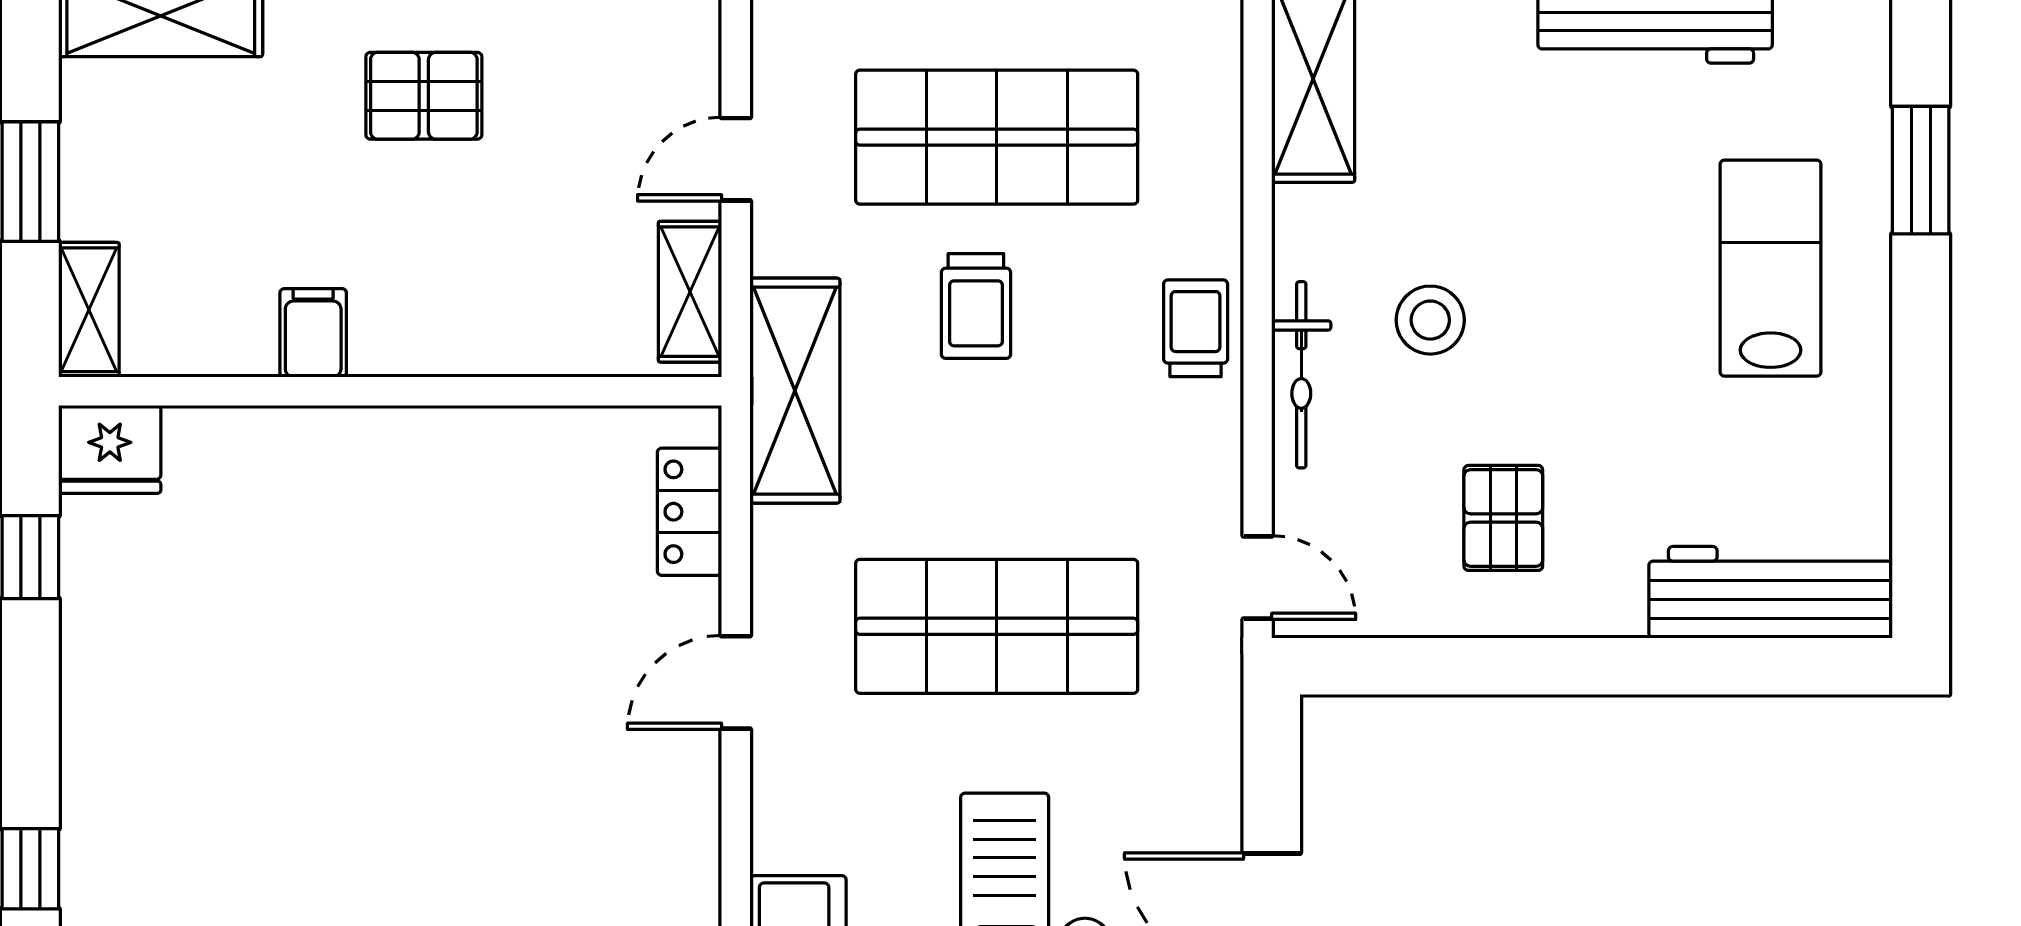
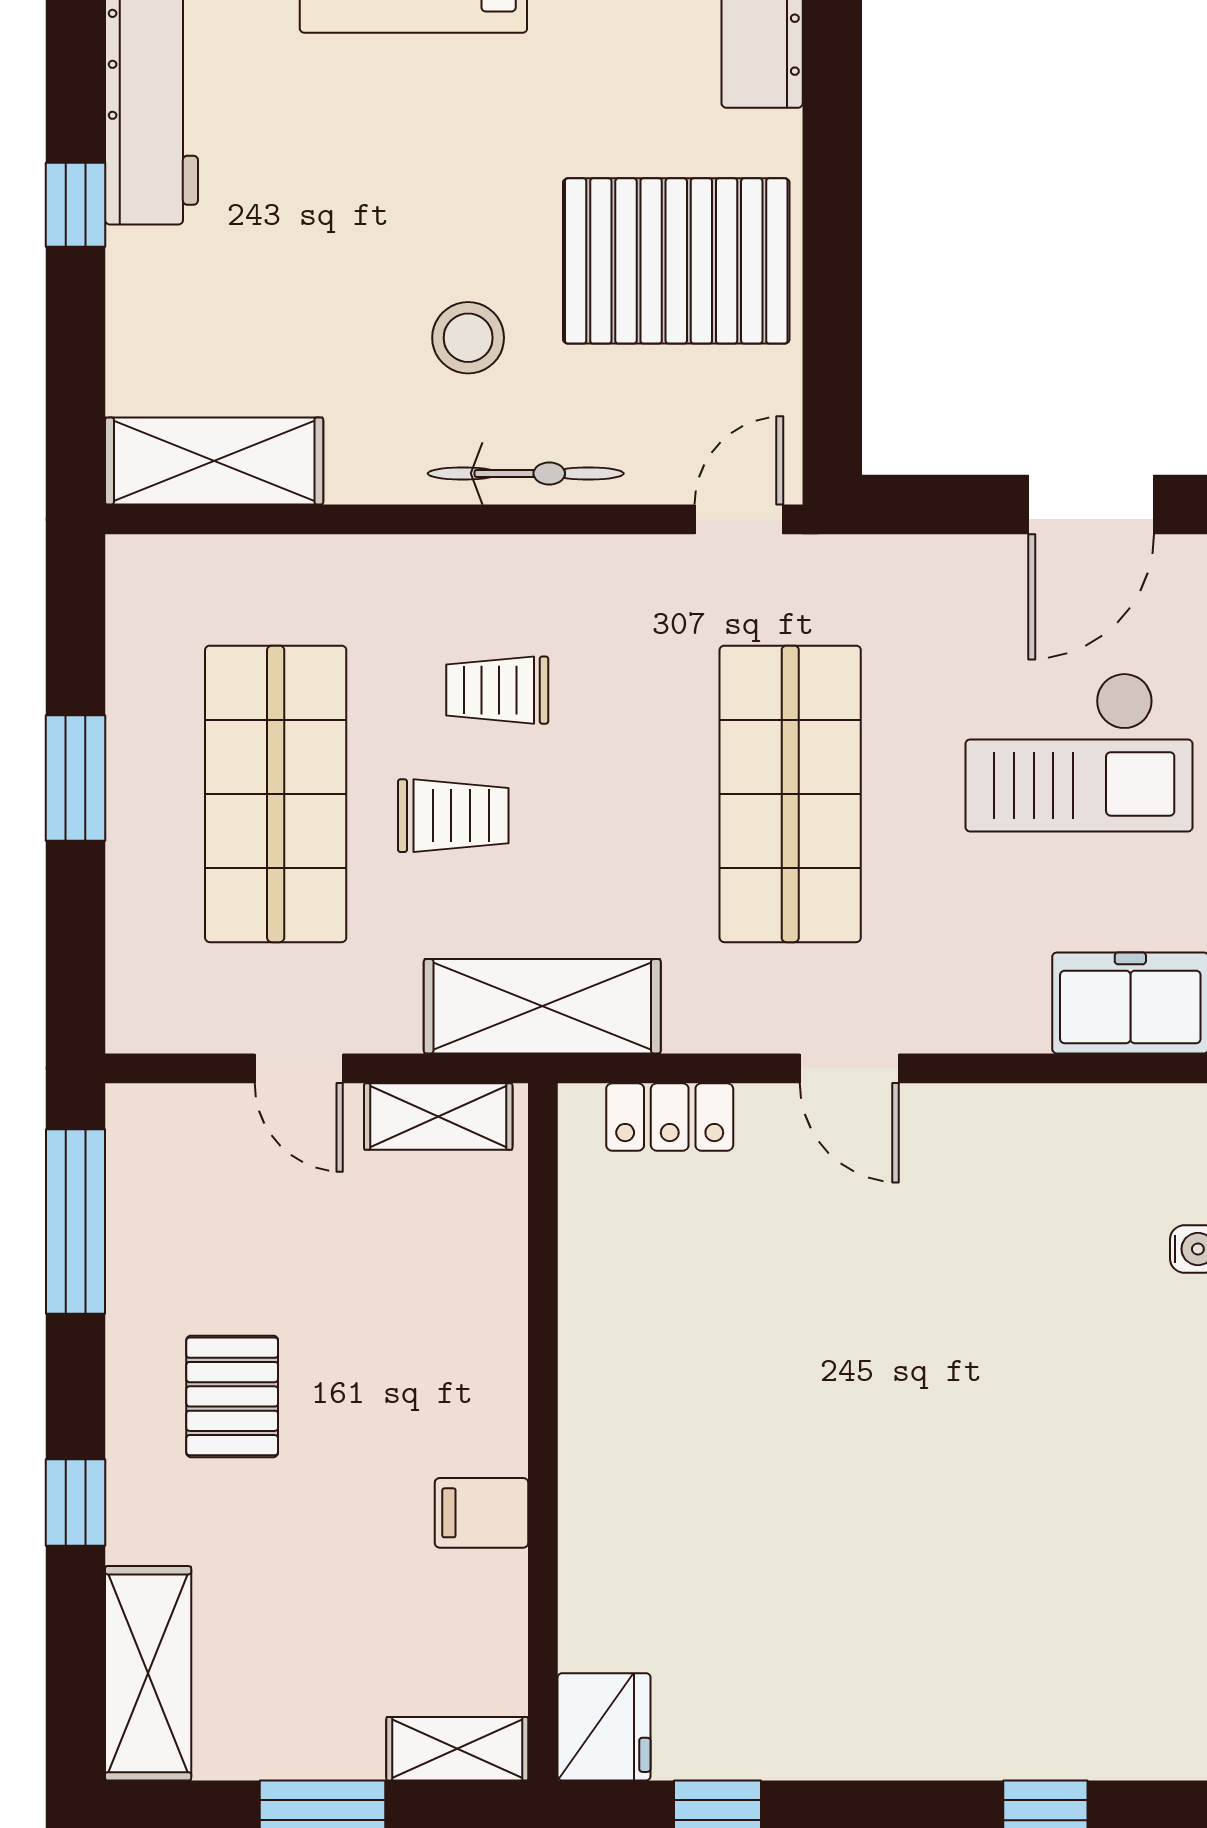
trolley: (1196, 328) -> (497, 690), moved
pallet: (1503, 518) -> (676, 261), width x2.05, depth x2.00

